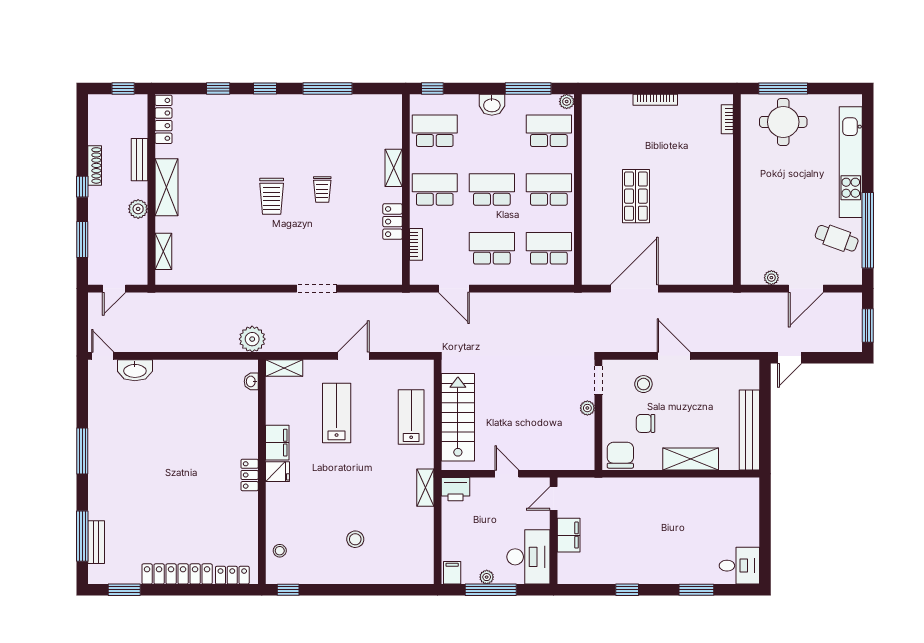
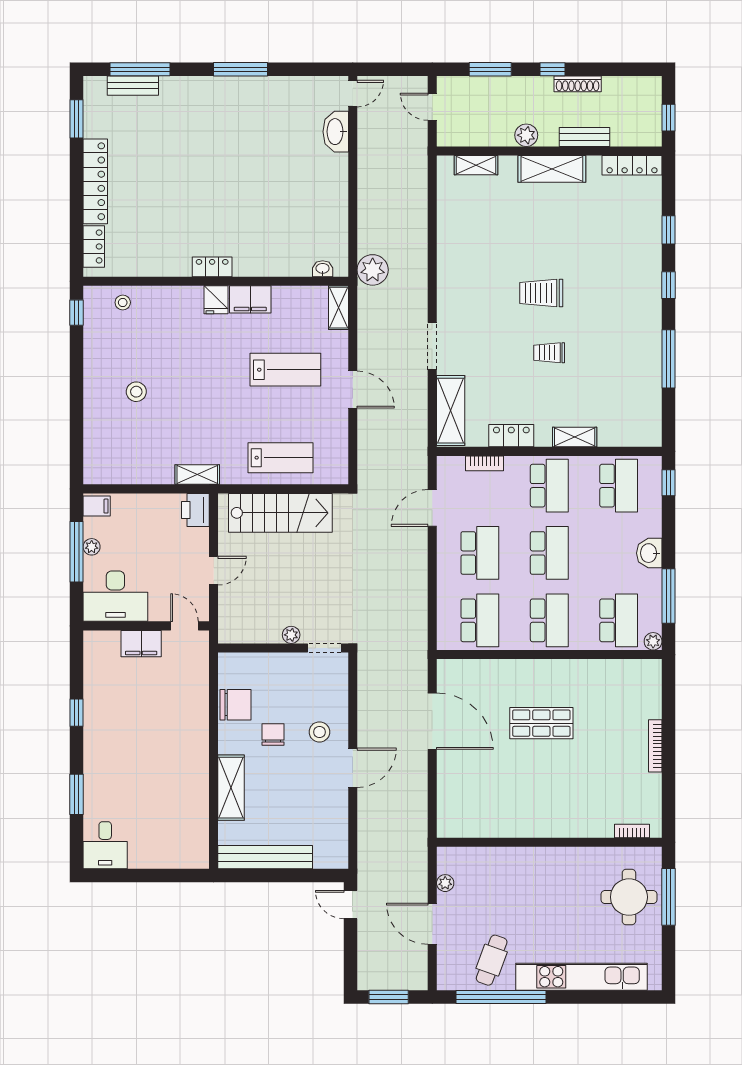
shelving: (371, 273) -> (451, 411), added
doorway: (598, 380) -> (324, 648), moved
plant: (587, 408) -> (291, 635), moved
wall: (598, 415) -> (283, 648), moved

